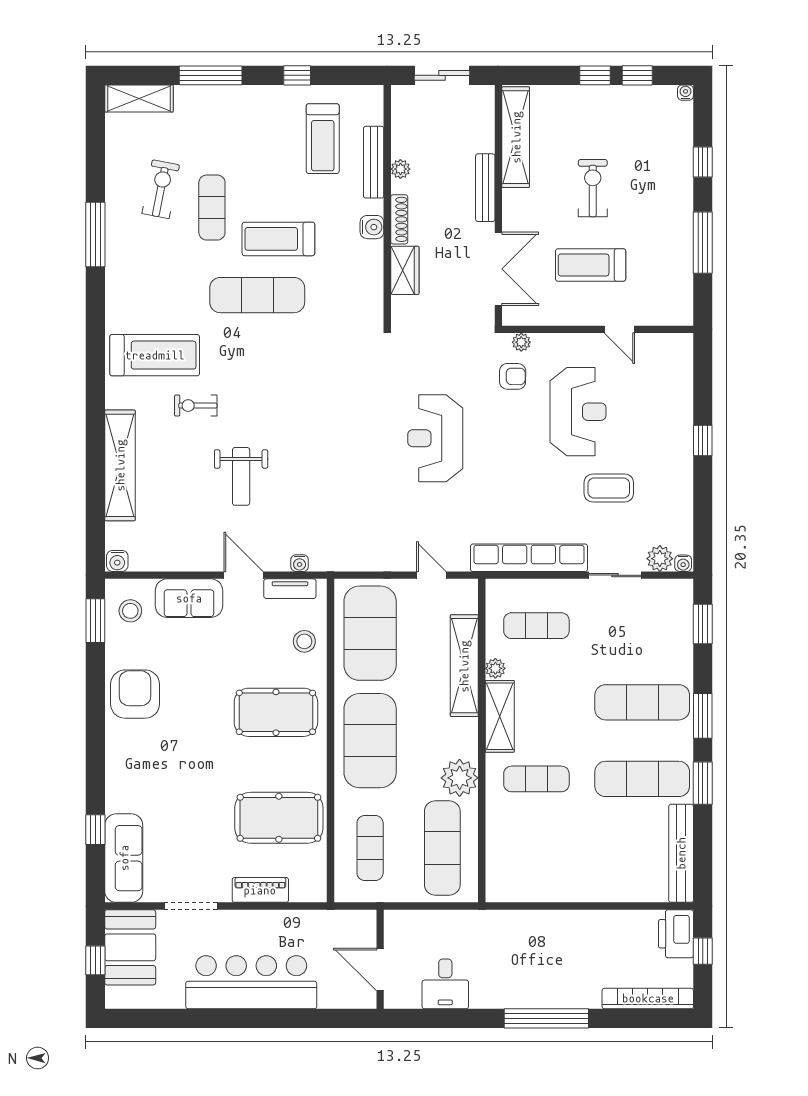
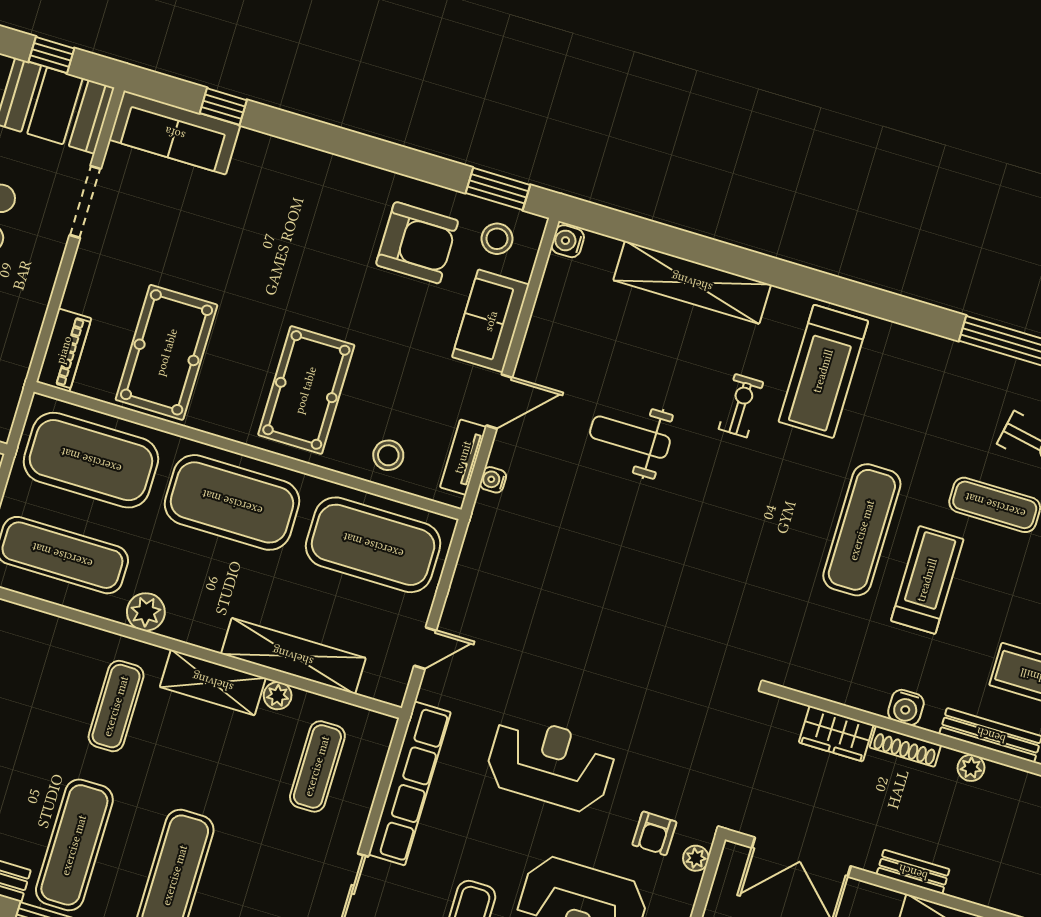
bench: (485, 188) -> (913, 872), width x0.73
reception desk: (435, 438) -> (550, 764), moved
armchair: (135, 694) -> (417, 243), moved
plant: (460, 778) -> (146, 612), width x0.73, depth x0.73
exercise mat: (370, 848) -> (91, 460), width x2.00, depth x1.45
piano: (260, 890) -> (64, 350), moved

